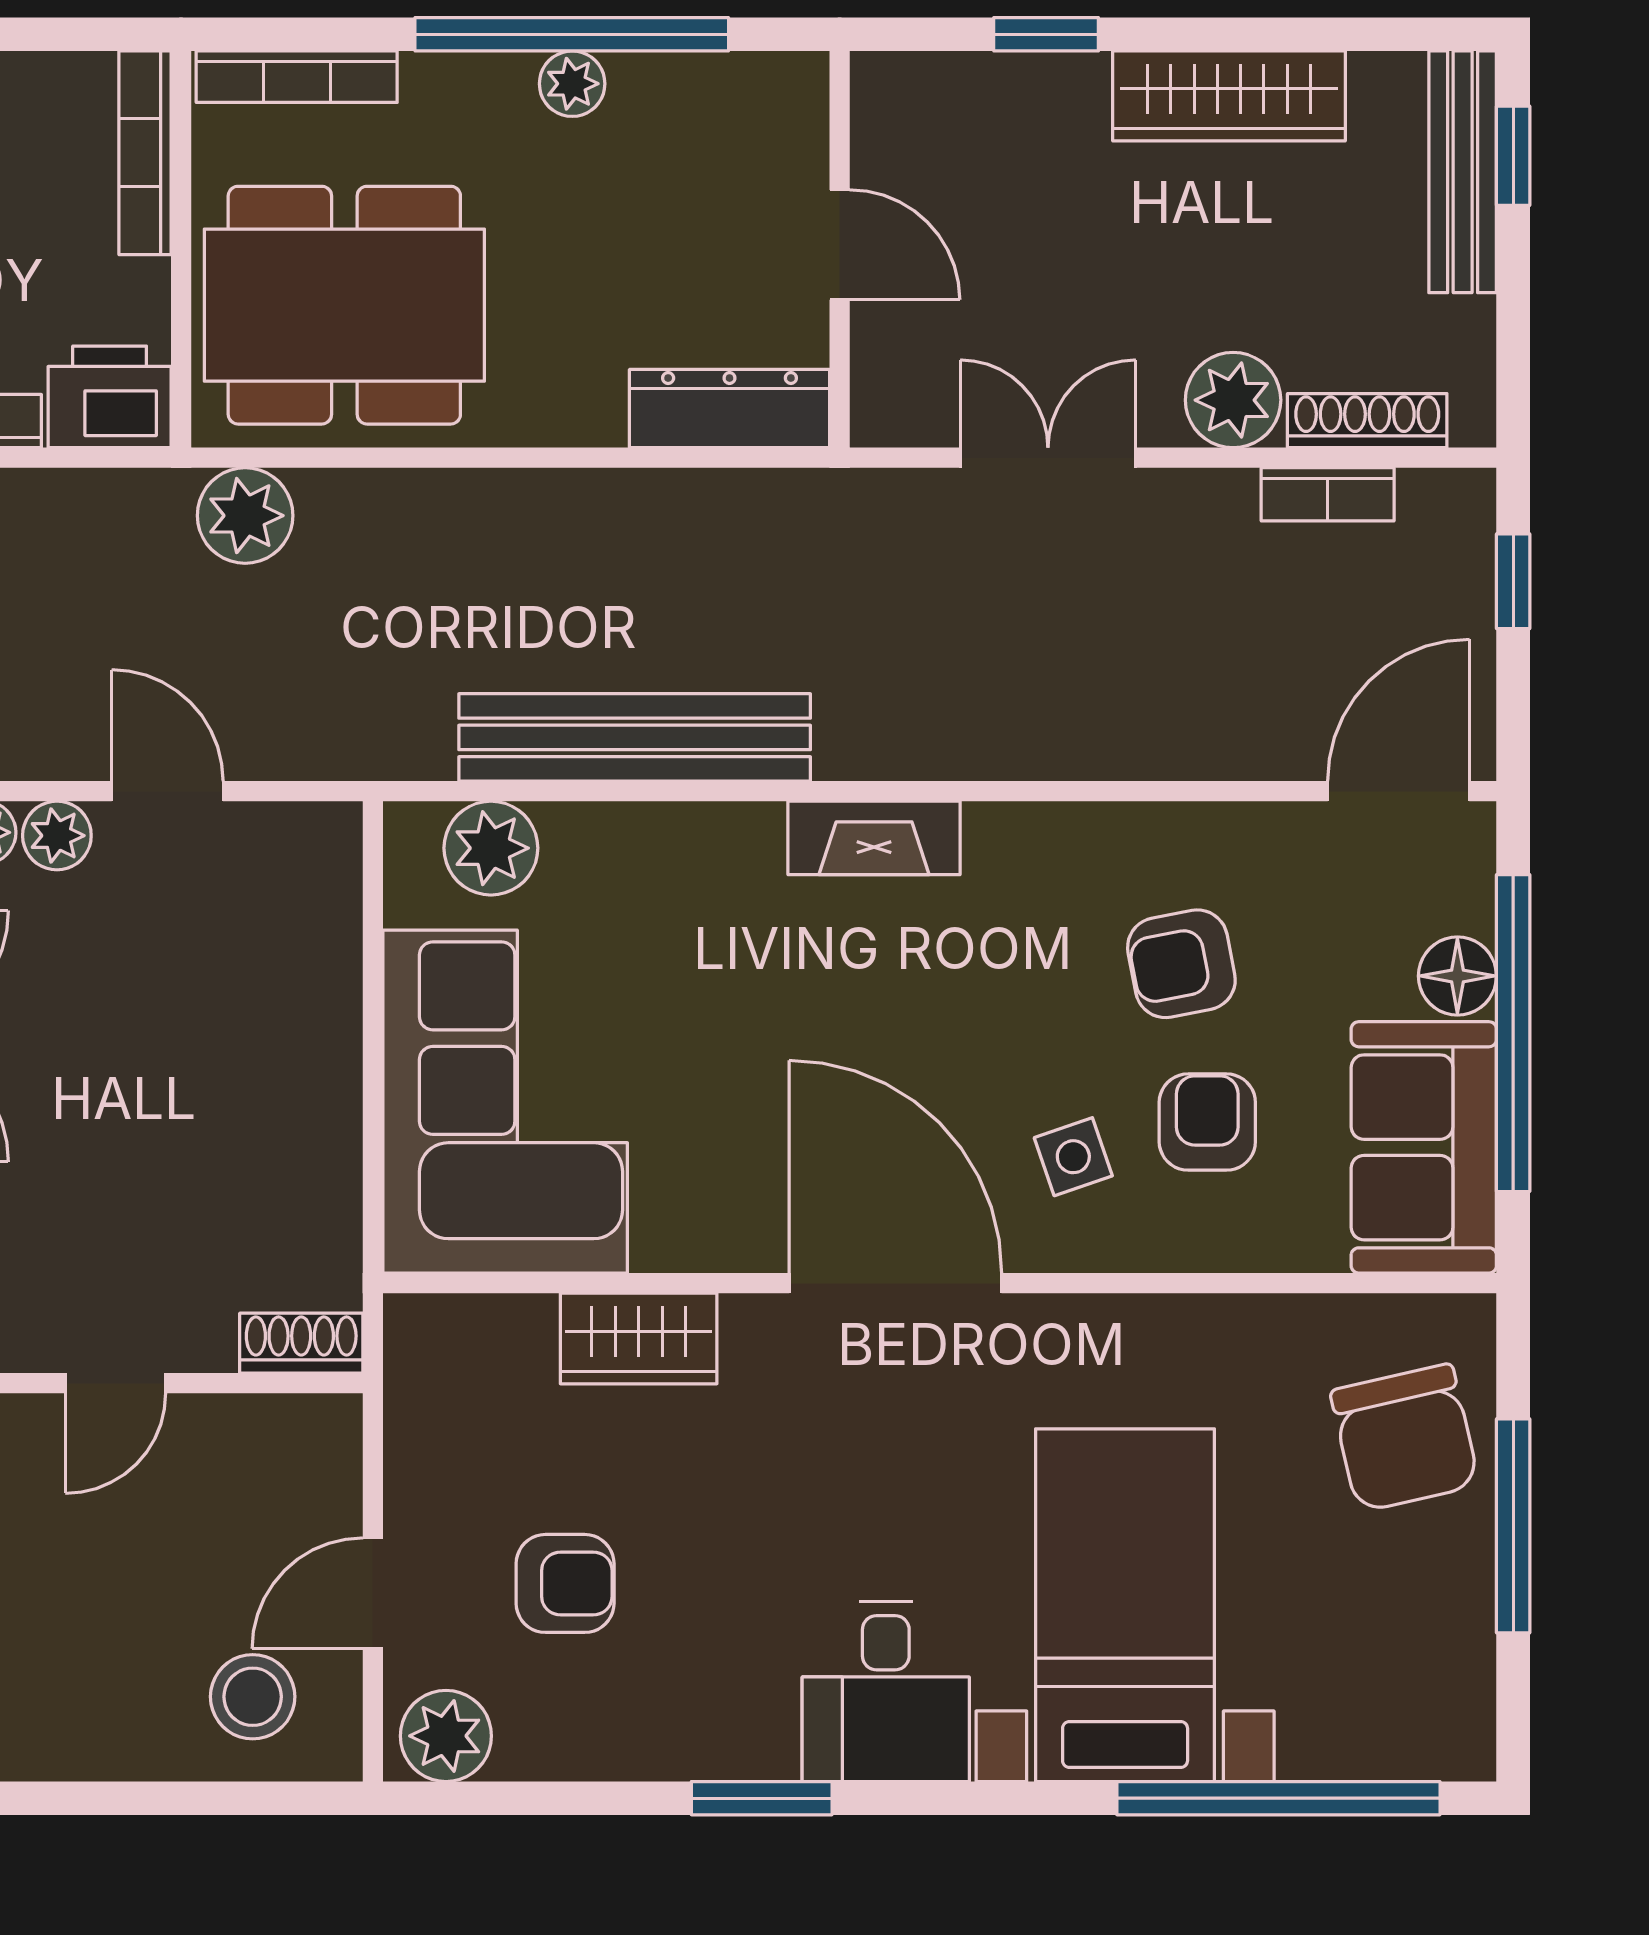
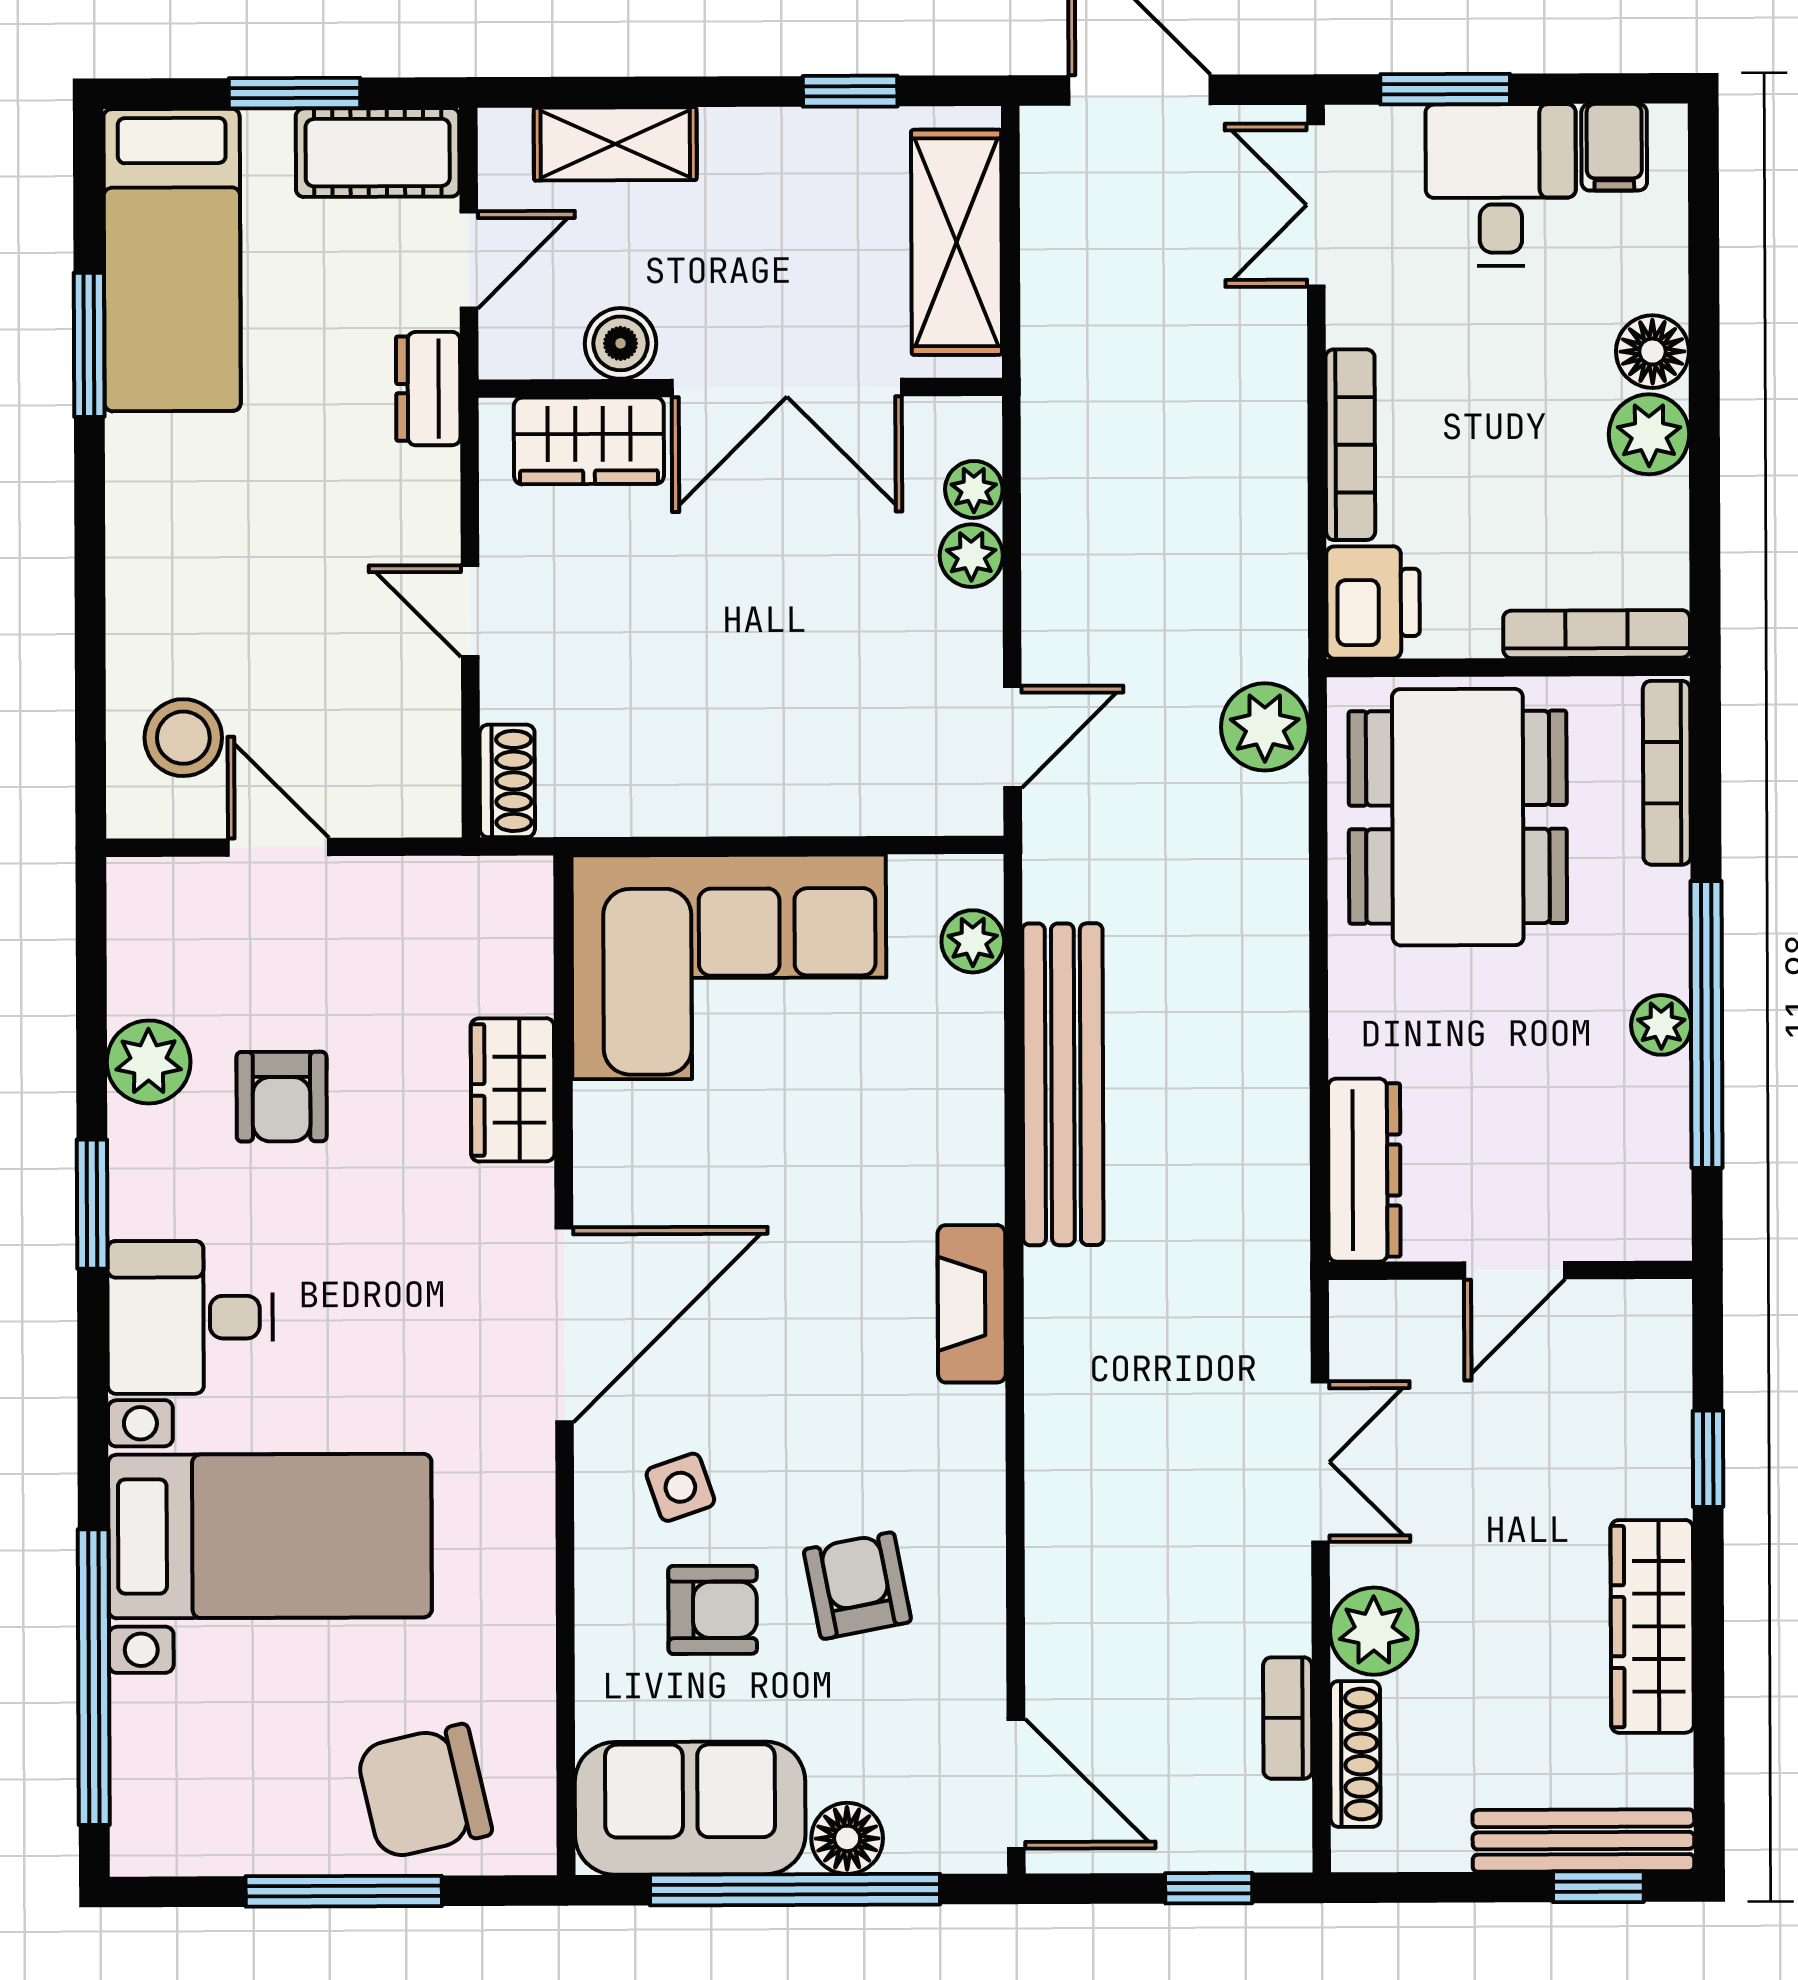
door: (167, 791) -> (1012, 737), moved
plant: (491, 848) -> (973, 941), width x0.73, depth x0.73
armchair: (565, 1583) -> (282, 1097), moved
plant: (446, 1736) -> (149, 1062), moved

